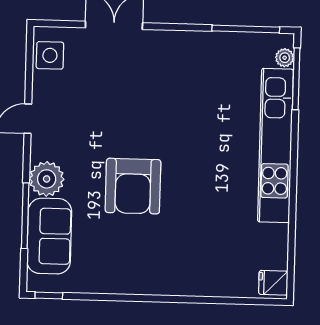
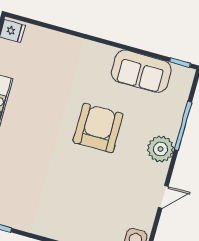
sofa: (49, 236) -> (141, 71), moved, turned -90

